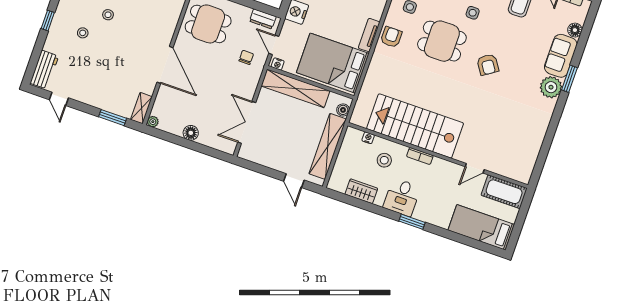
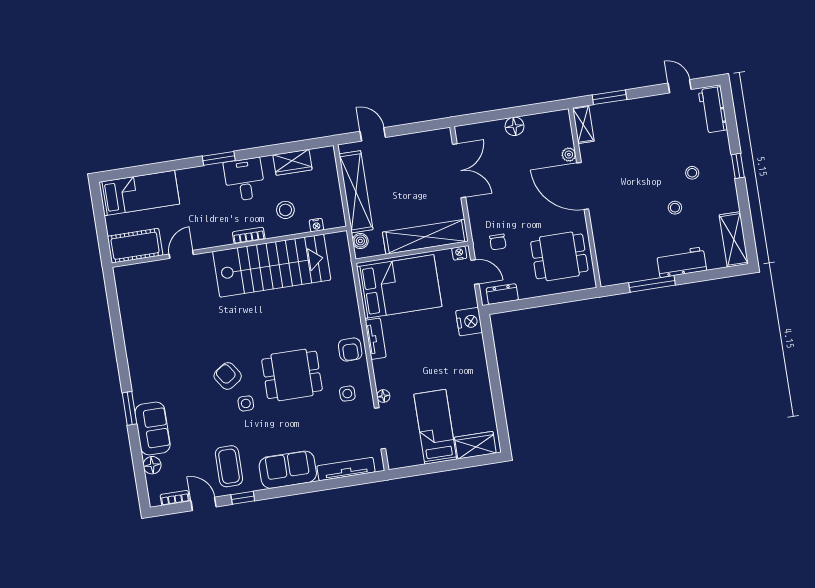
side table: (473, 13) -> (246, 403), moved
plant: (551, 87) -> (145, 388), removed
plant: (153, 122) -> (569, 155), moved

